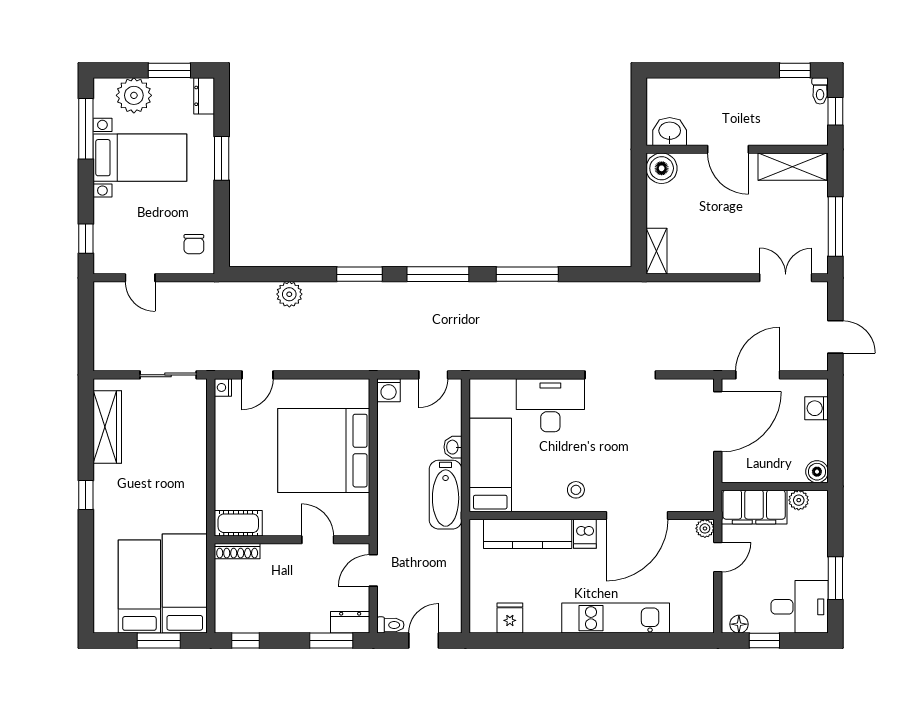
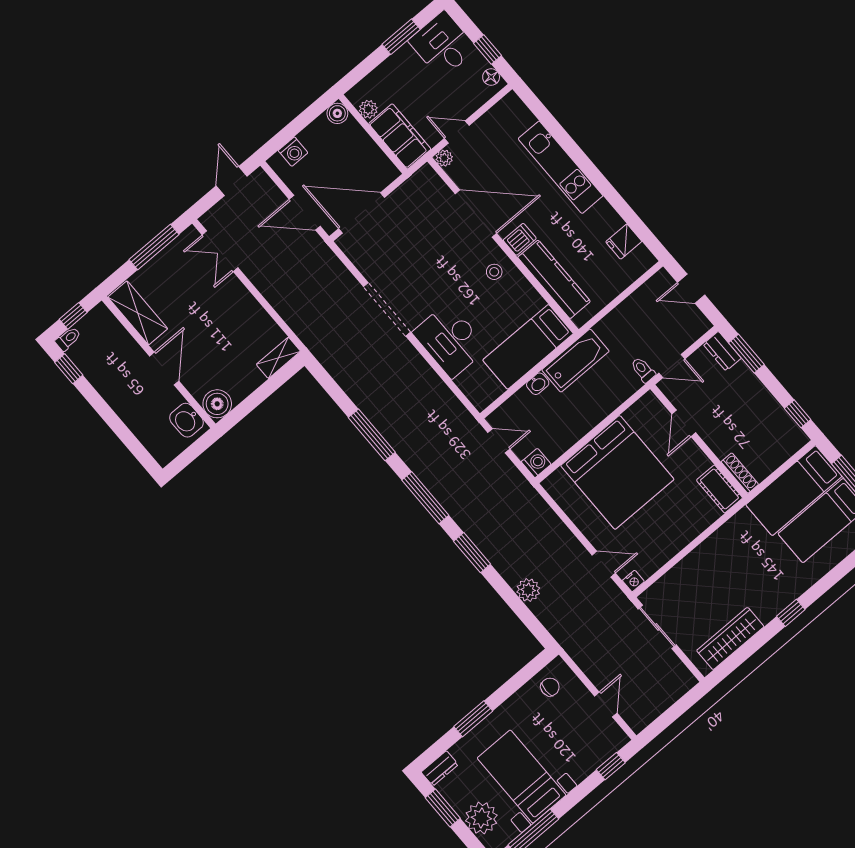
toilet: (390, 625) -> (643, 370), moved

